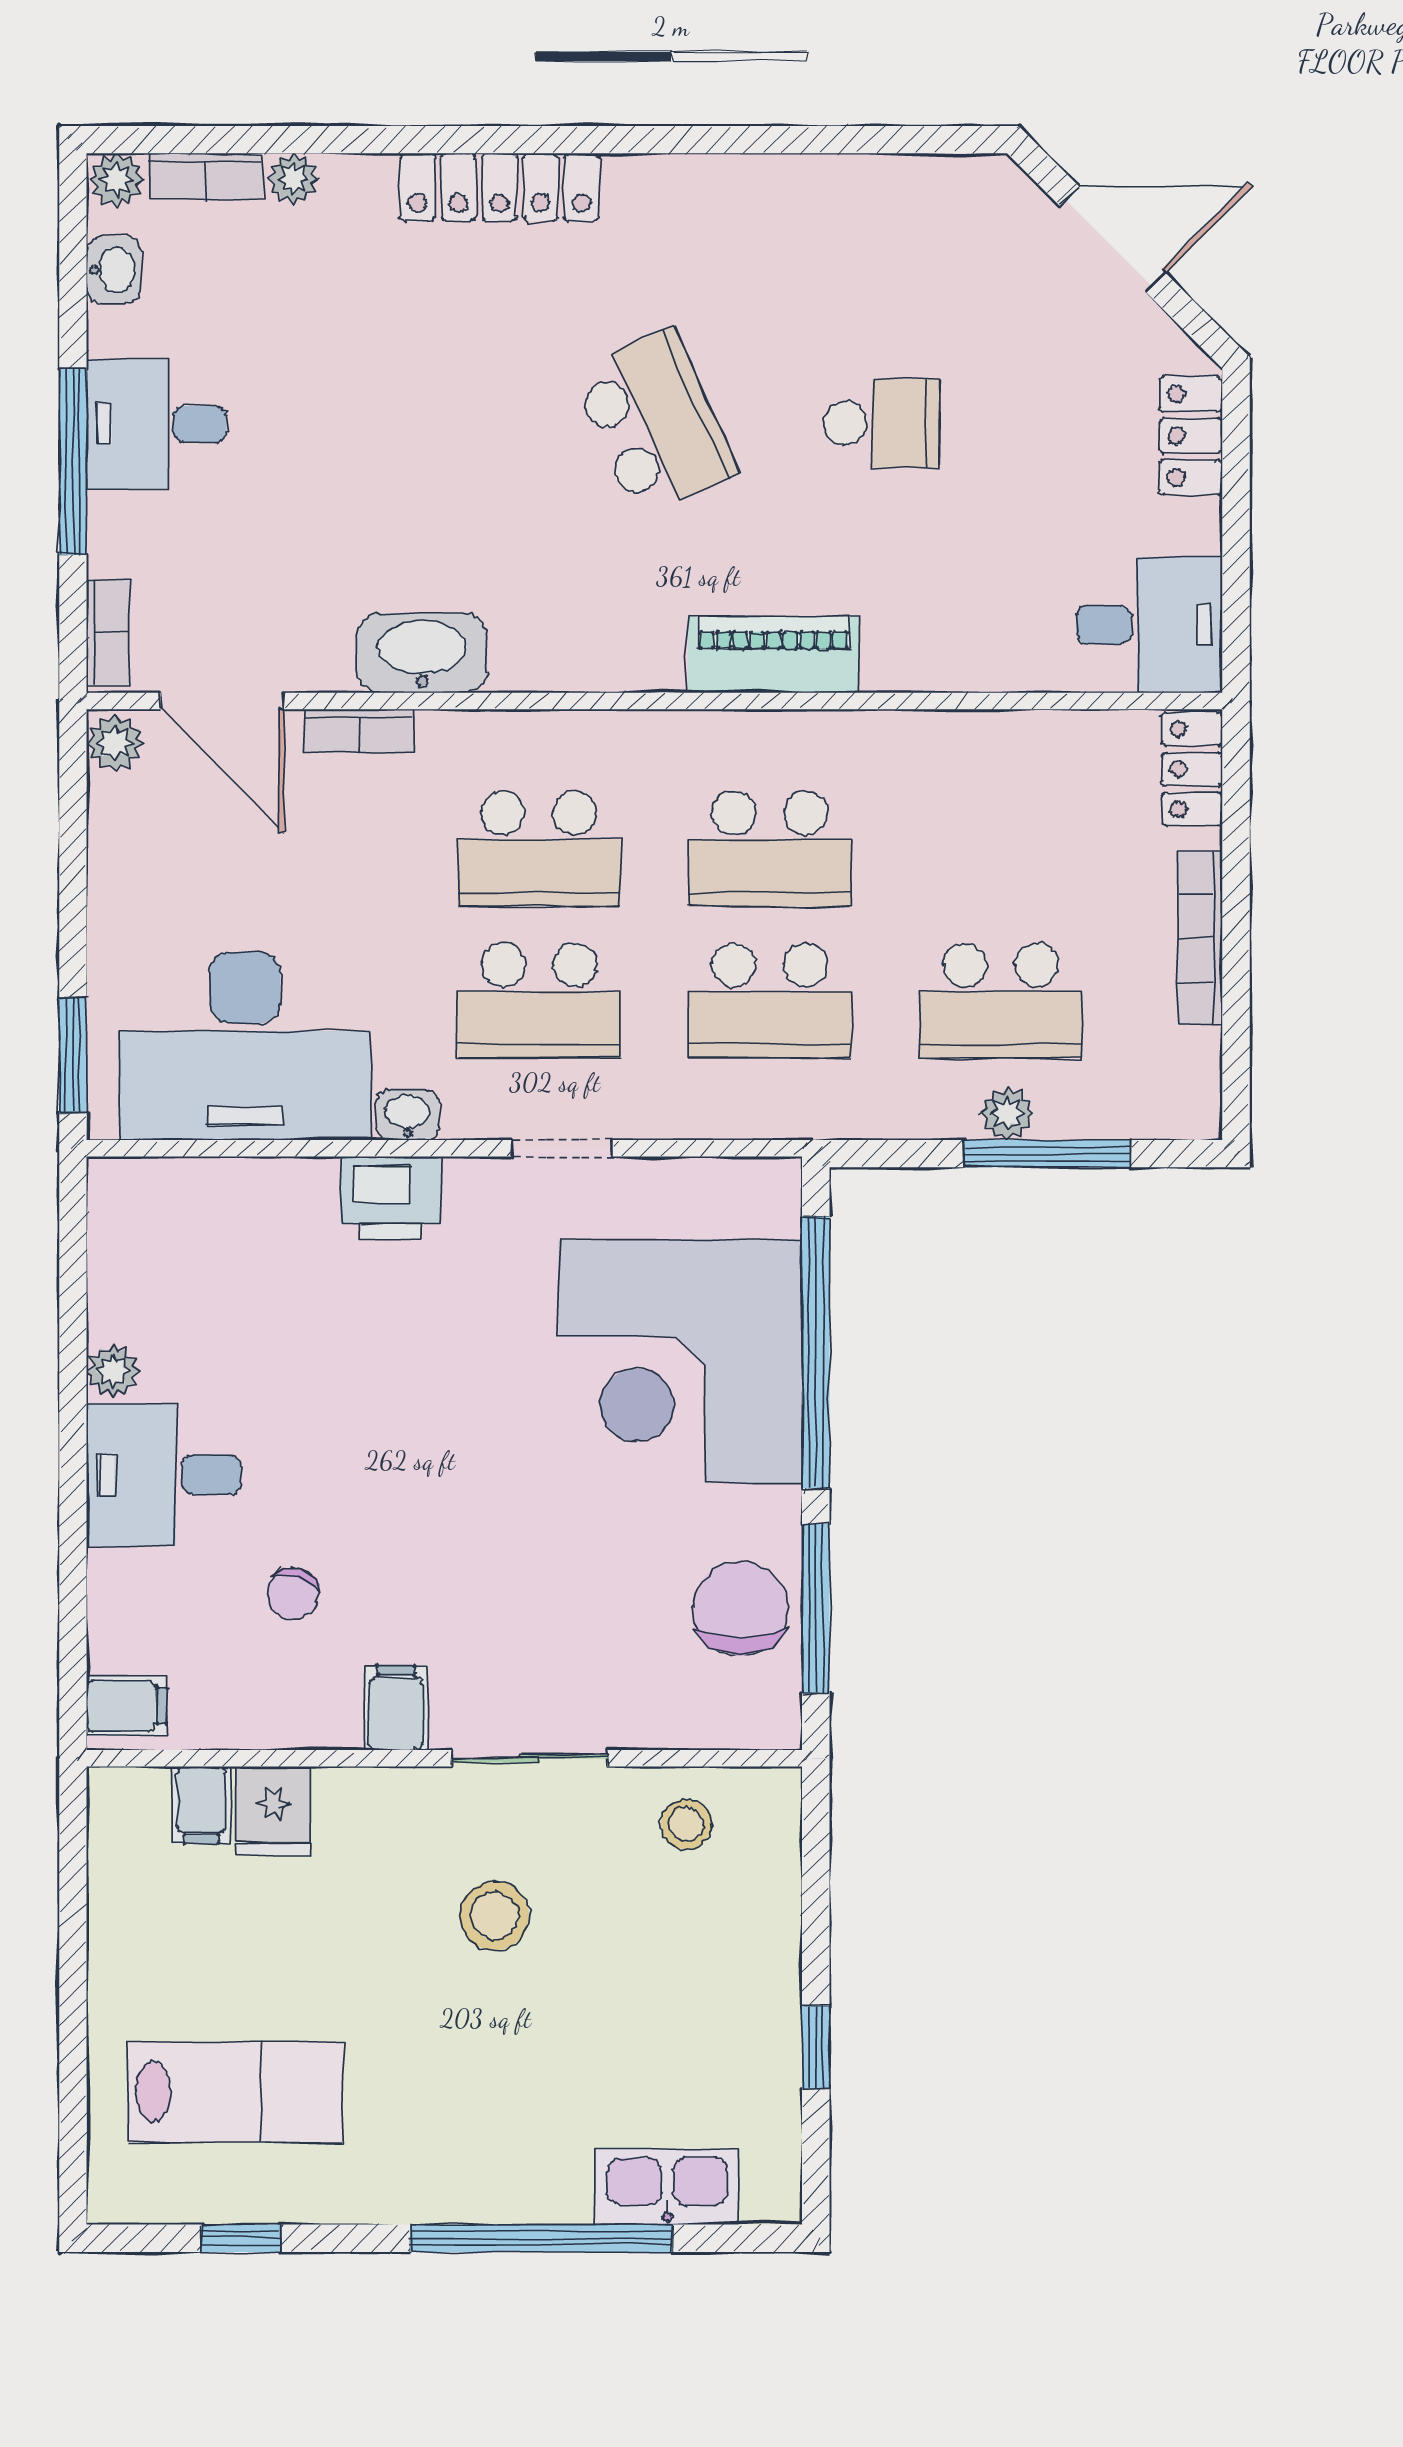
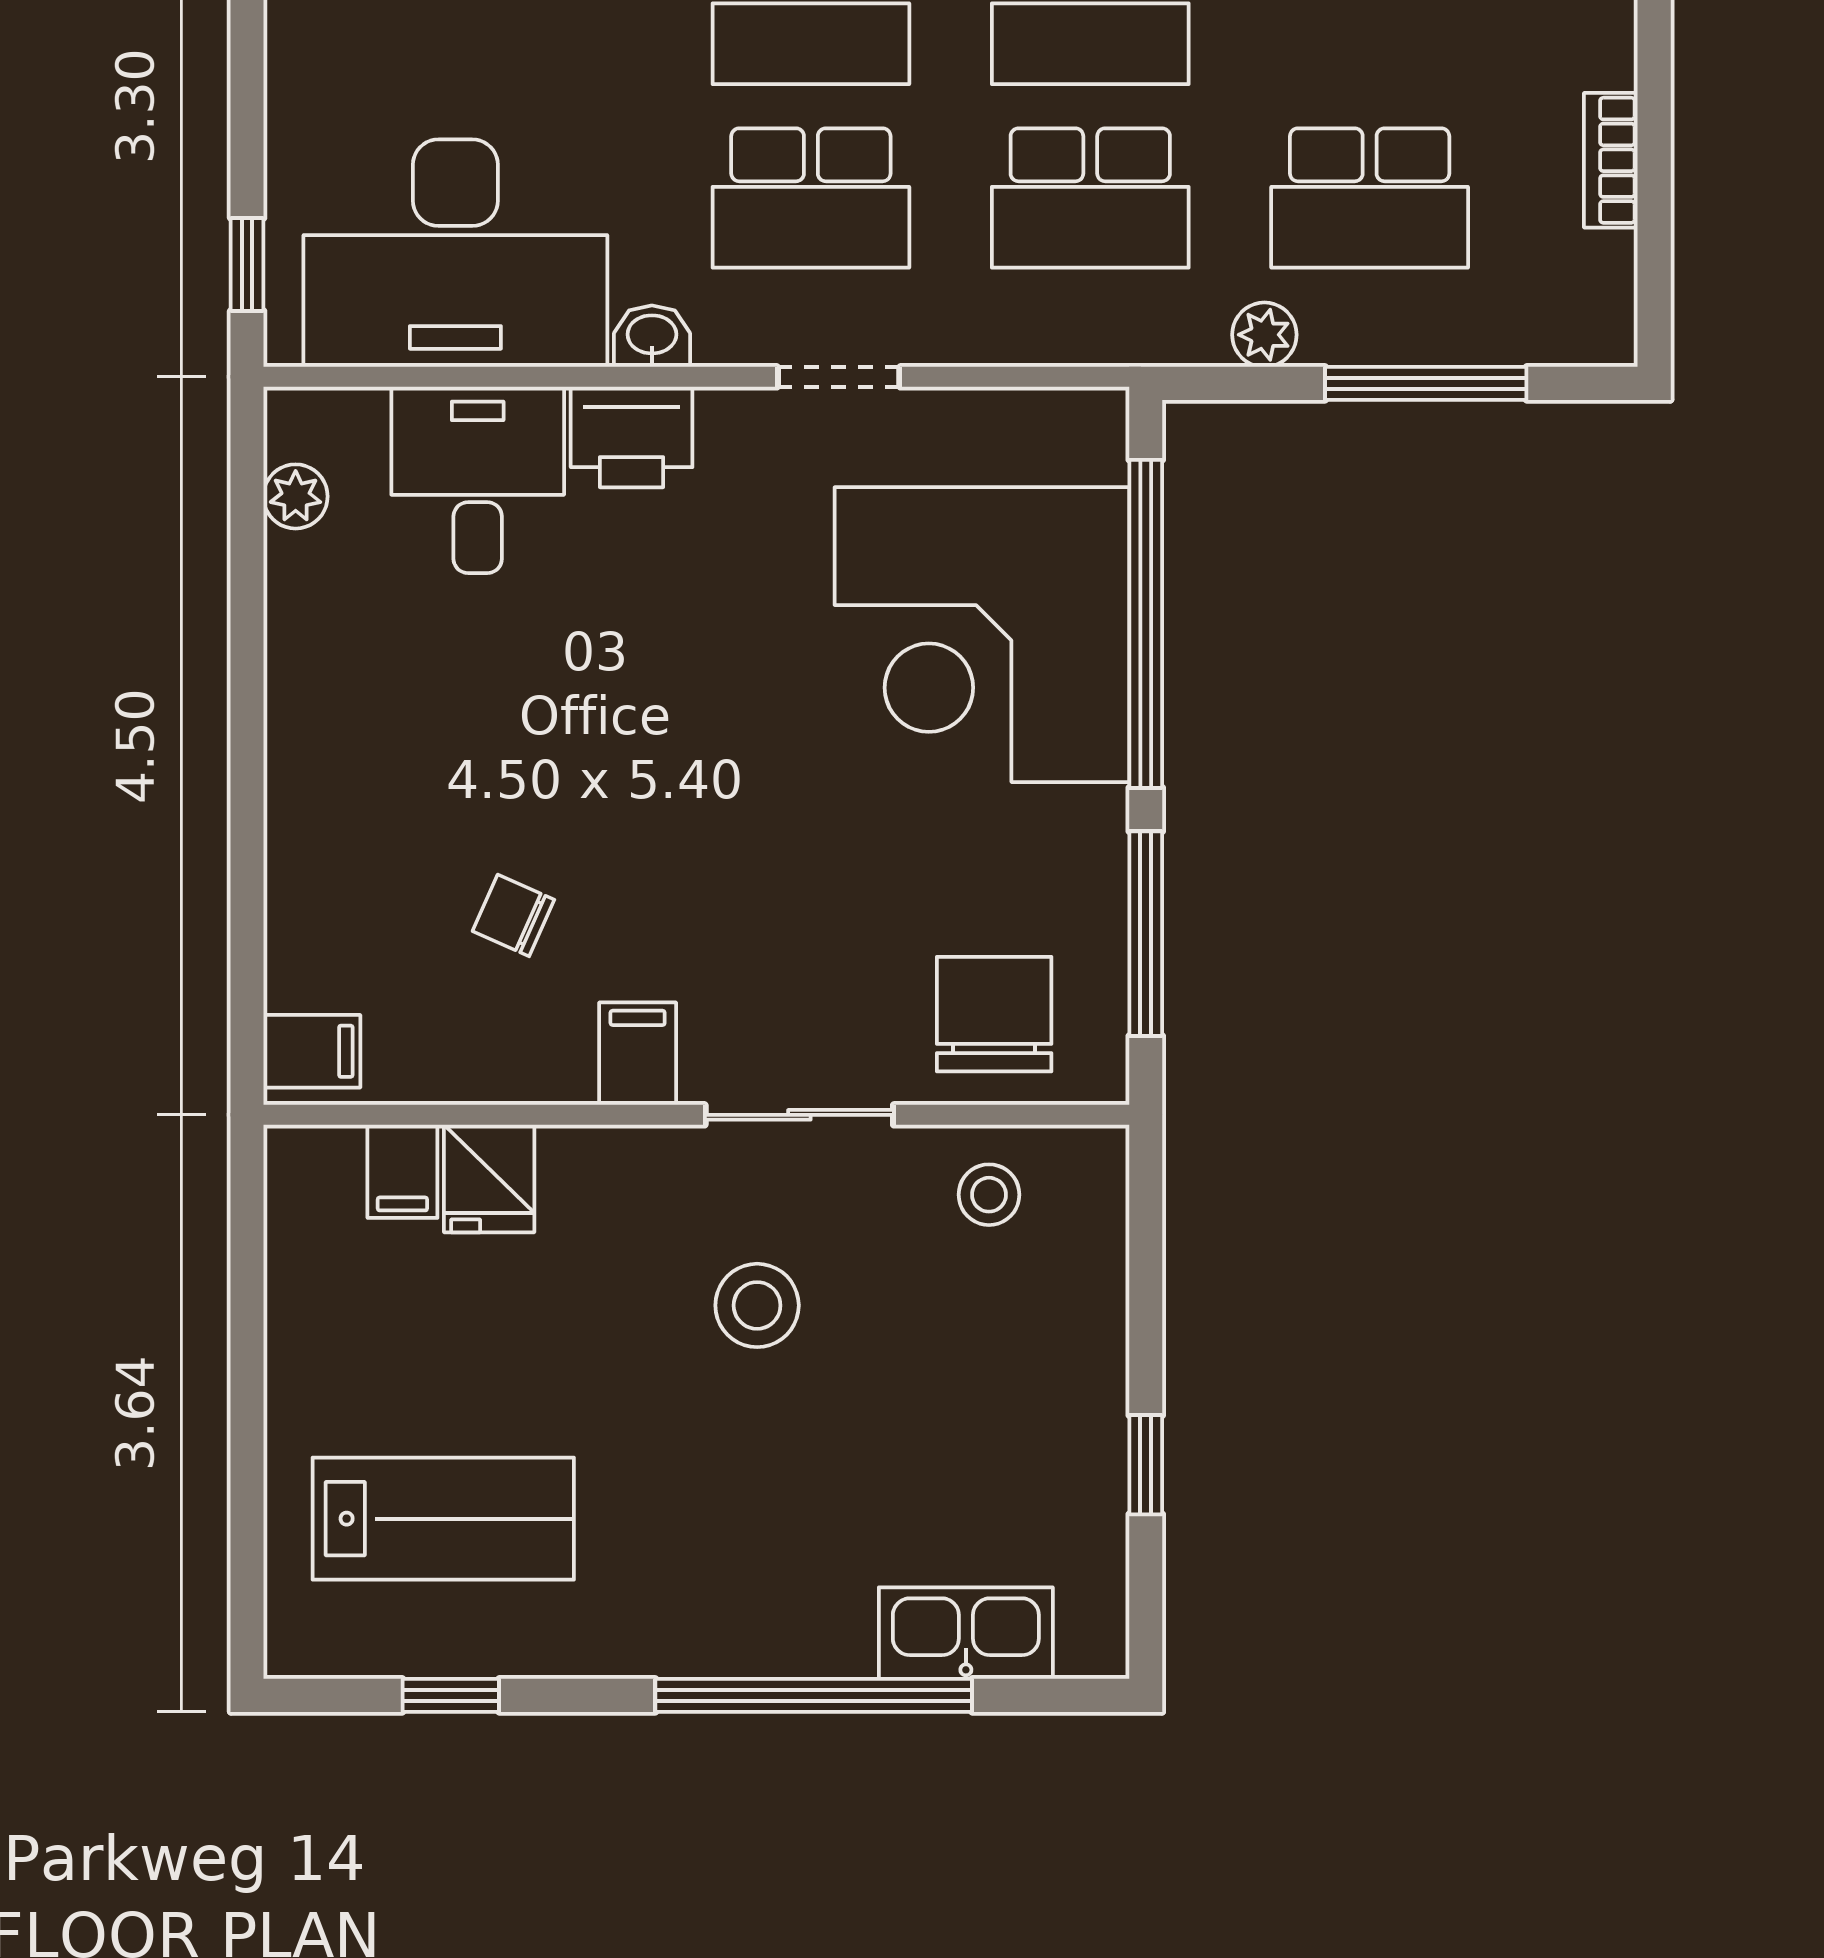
bookcase: (1200, 938) -> (1611, 160), width x0.64
window: (73, 1055) -> (247, 264), width x0.67
plant: (1007, 1113) -> (1264, 335), moved
plant: (113, 1371) -> (296, 496), moved
desk: (163, 1475) -> (478, 480), moved, turned 90
chair: (293, 1593) -> (513, 915), turned 97
chair: (740, 1609) -> (994, 1014), moved

